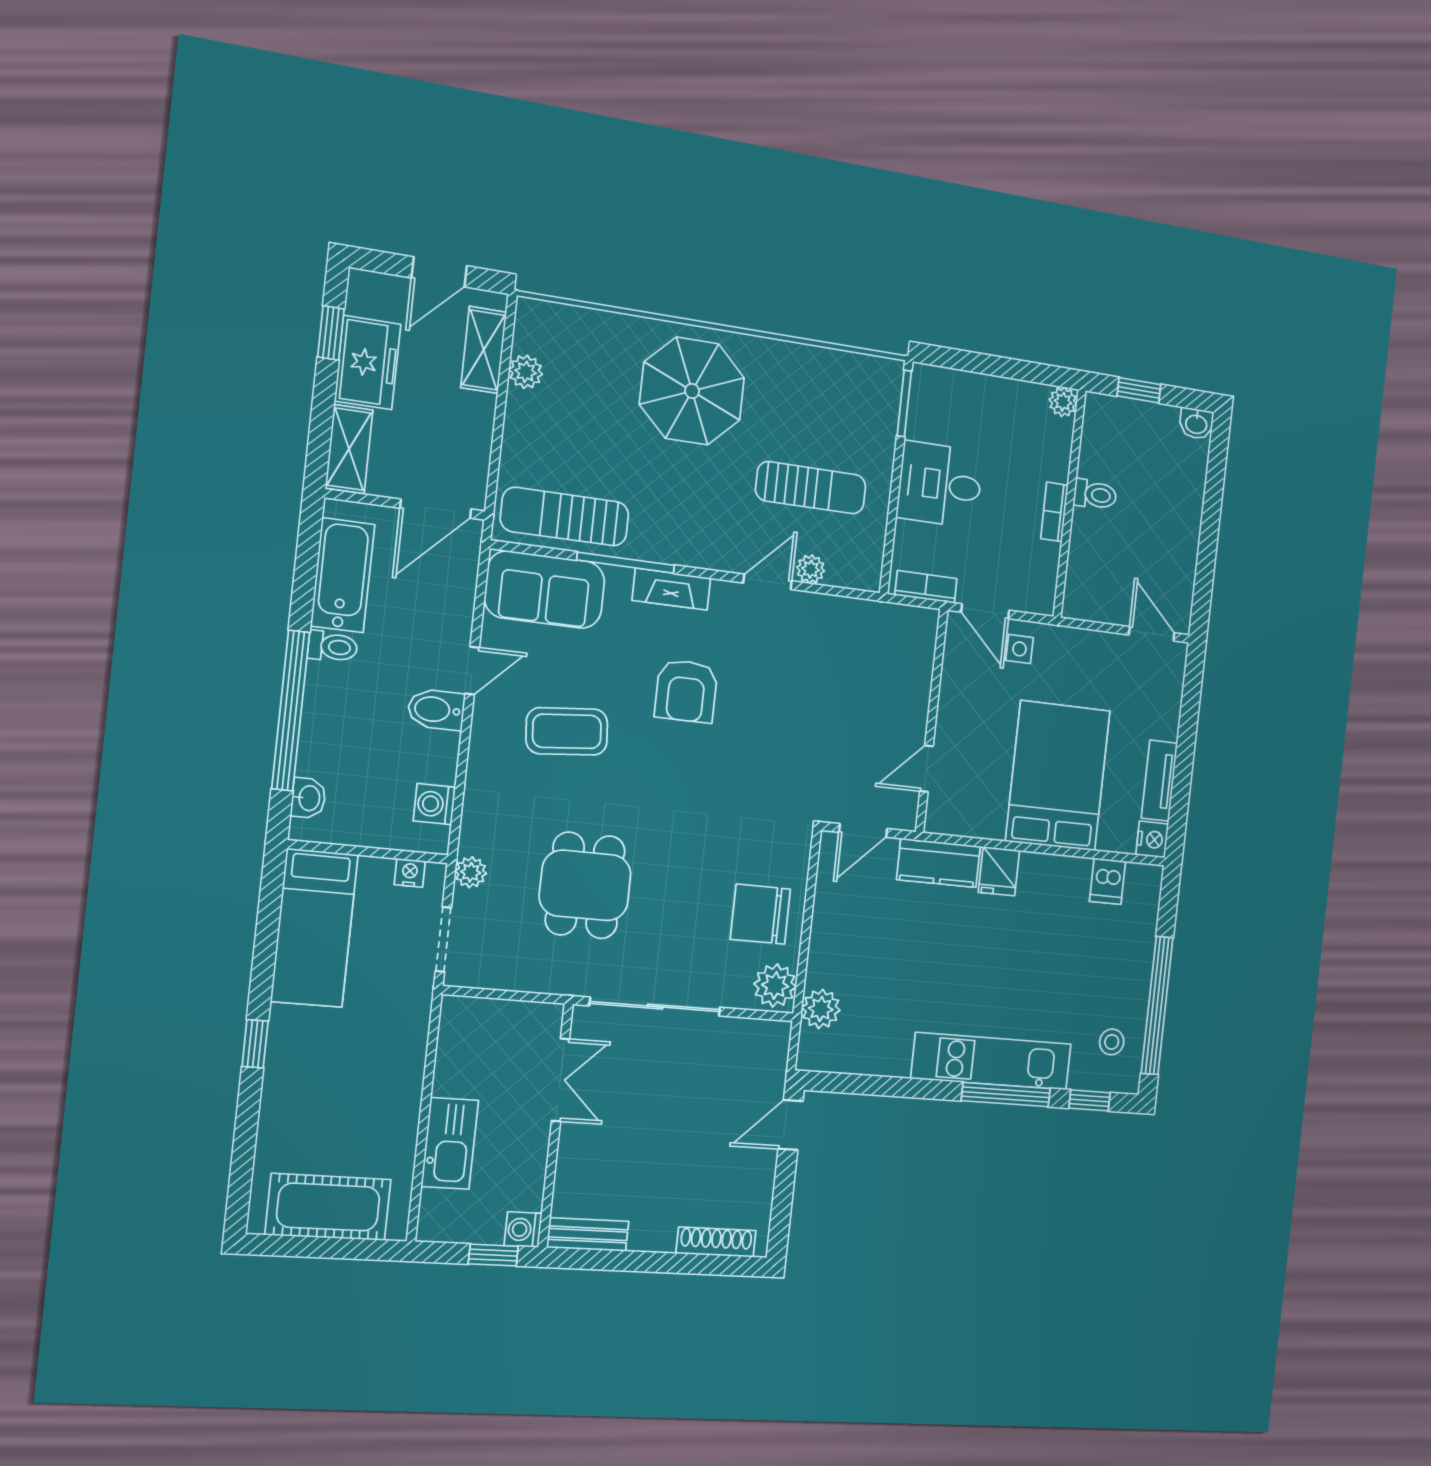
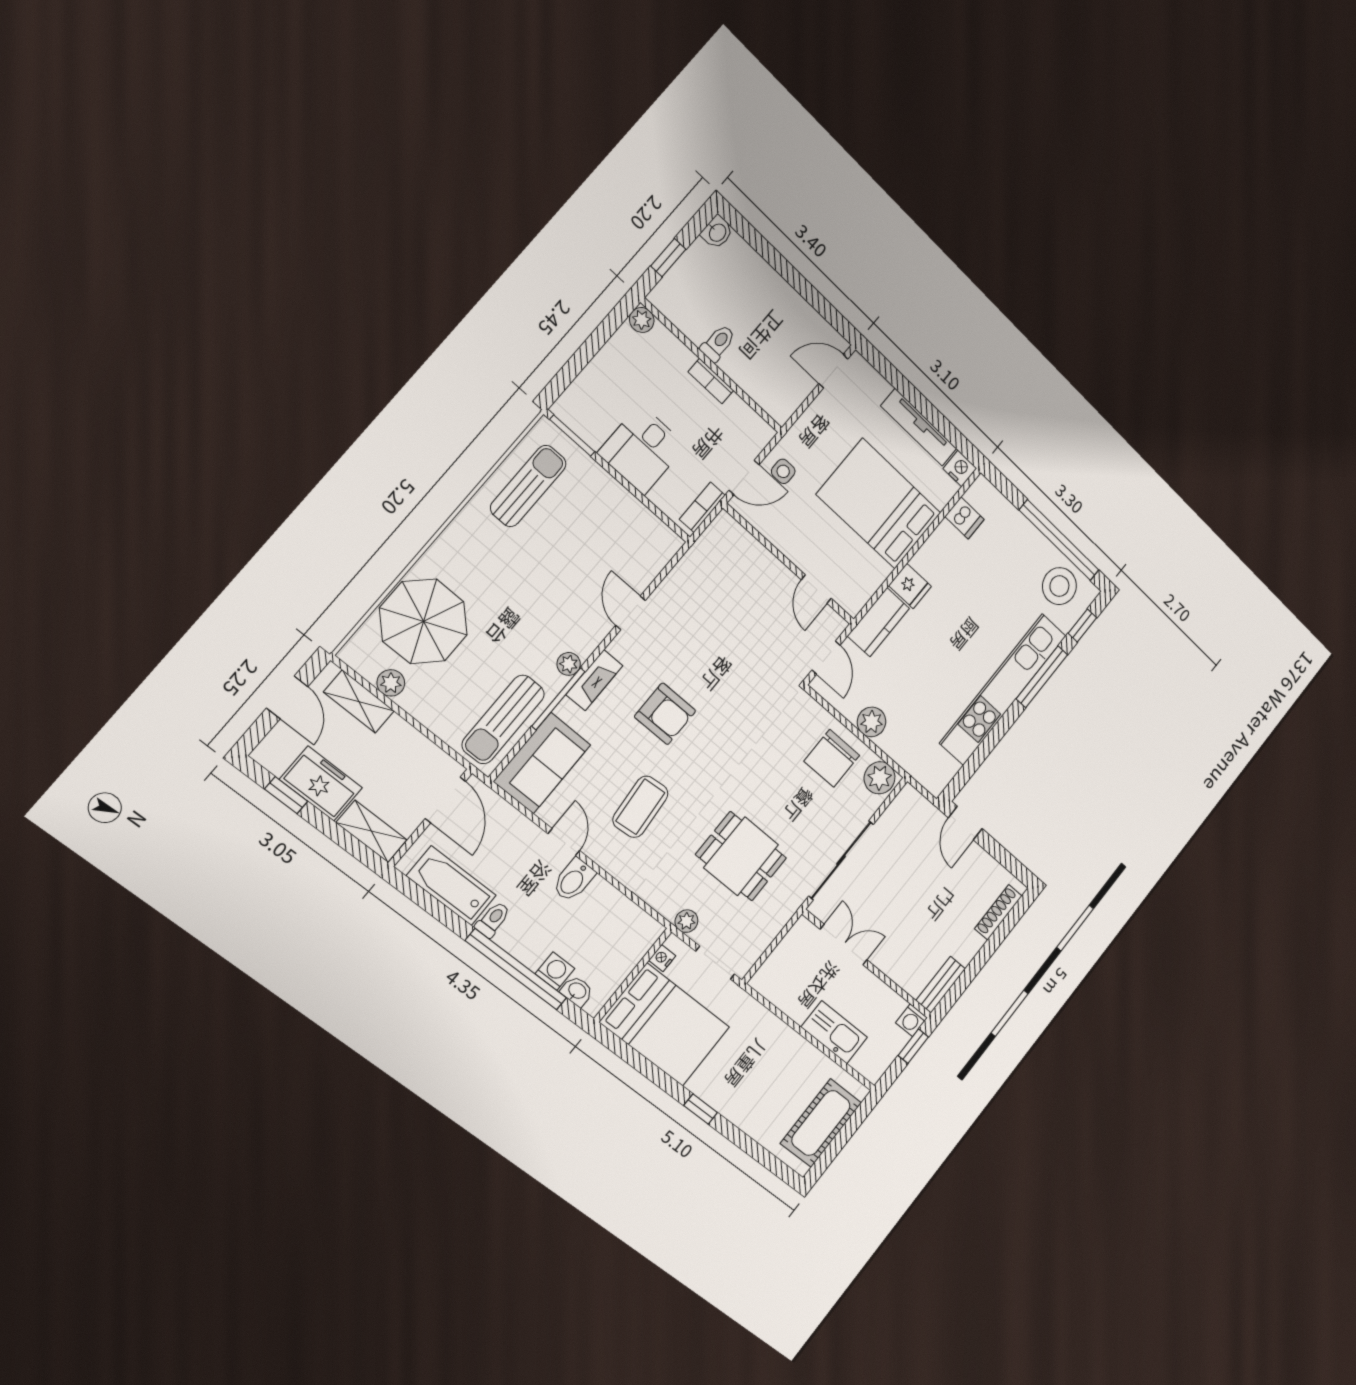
parasol: (692, 391) -> (423, 621), moved
sun lounger: (811, 488) -> (528, 486), moved
plant: (811, 569) -> (569, 664), moved
tv unit: (1159, 781) -> (919, 427), width x1.41
washing machine: (434, 804) -> (555, 971), moved, turned 180
bed: (314, 928) -> (665, 1025), width x1.50
plant: (821, 1009) -> (872, 722), moved
stool: (1112, 1042) -> (1059, 586), width x1.89, depth x1.89
kitchen unit: (991, 1061) -> (1003, 689), width x1.36

